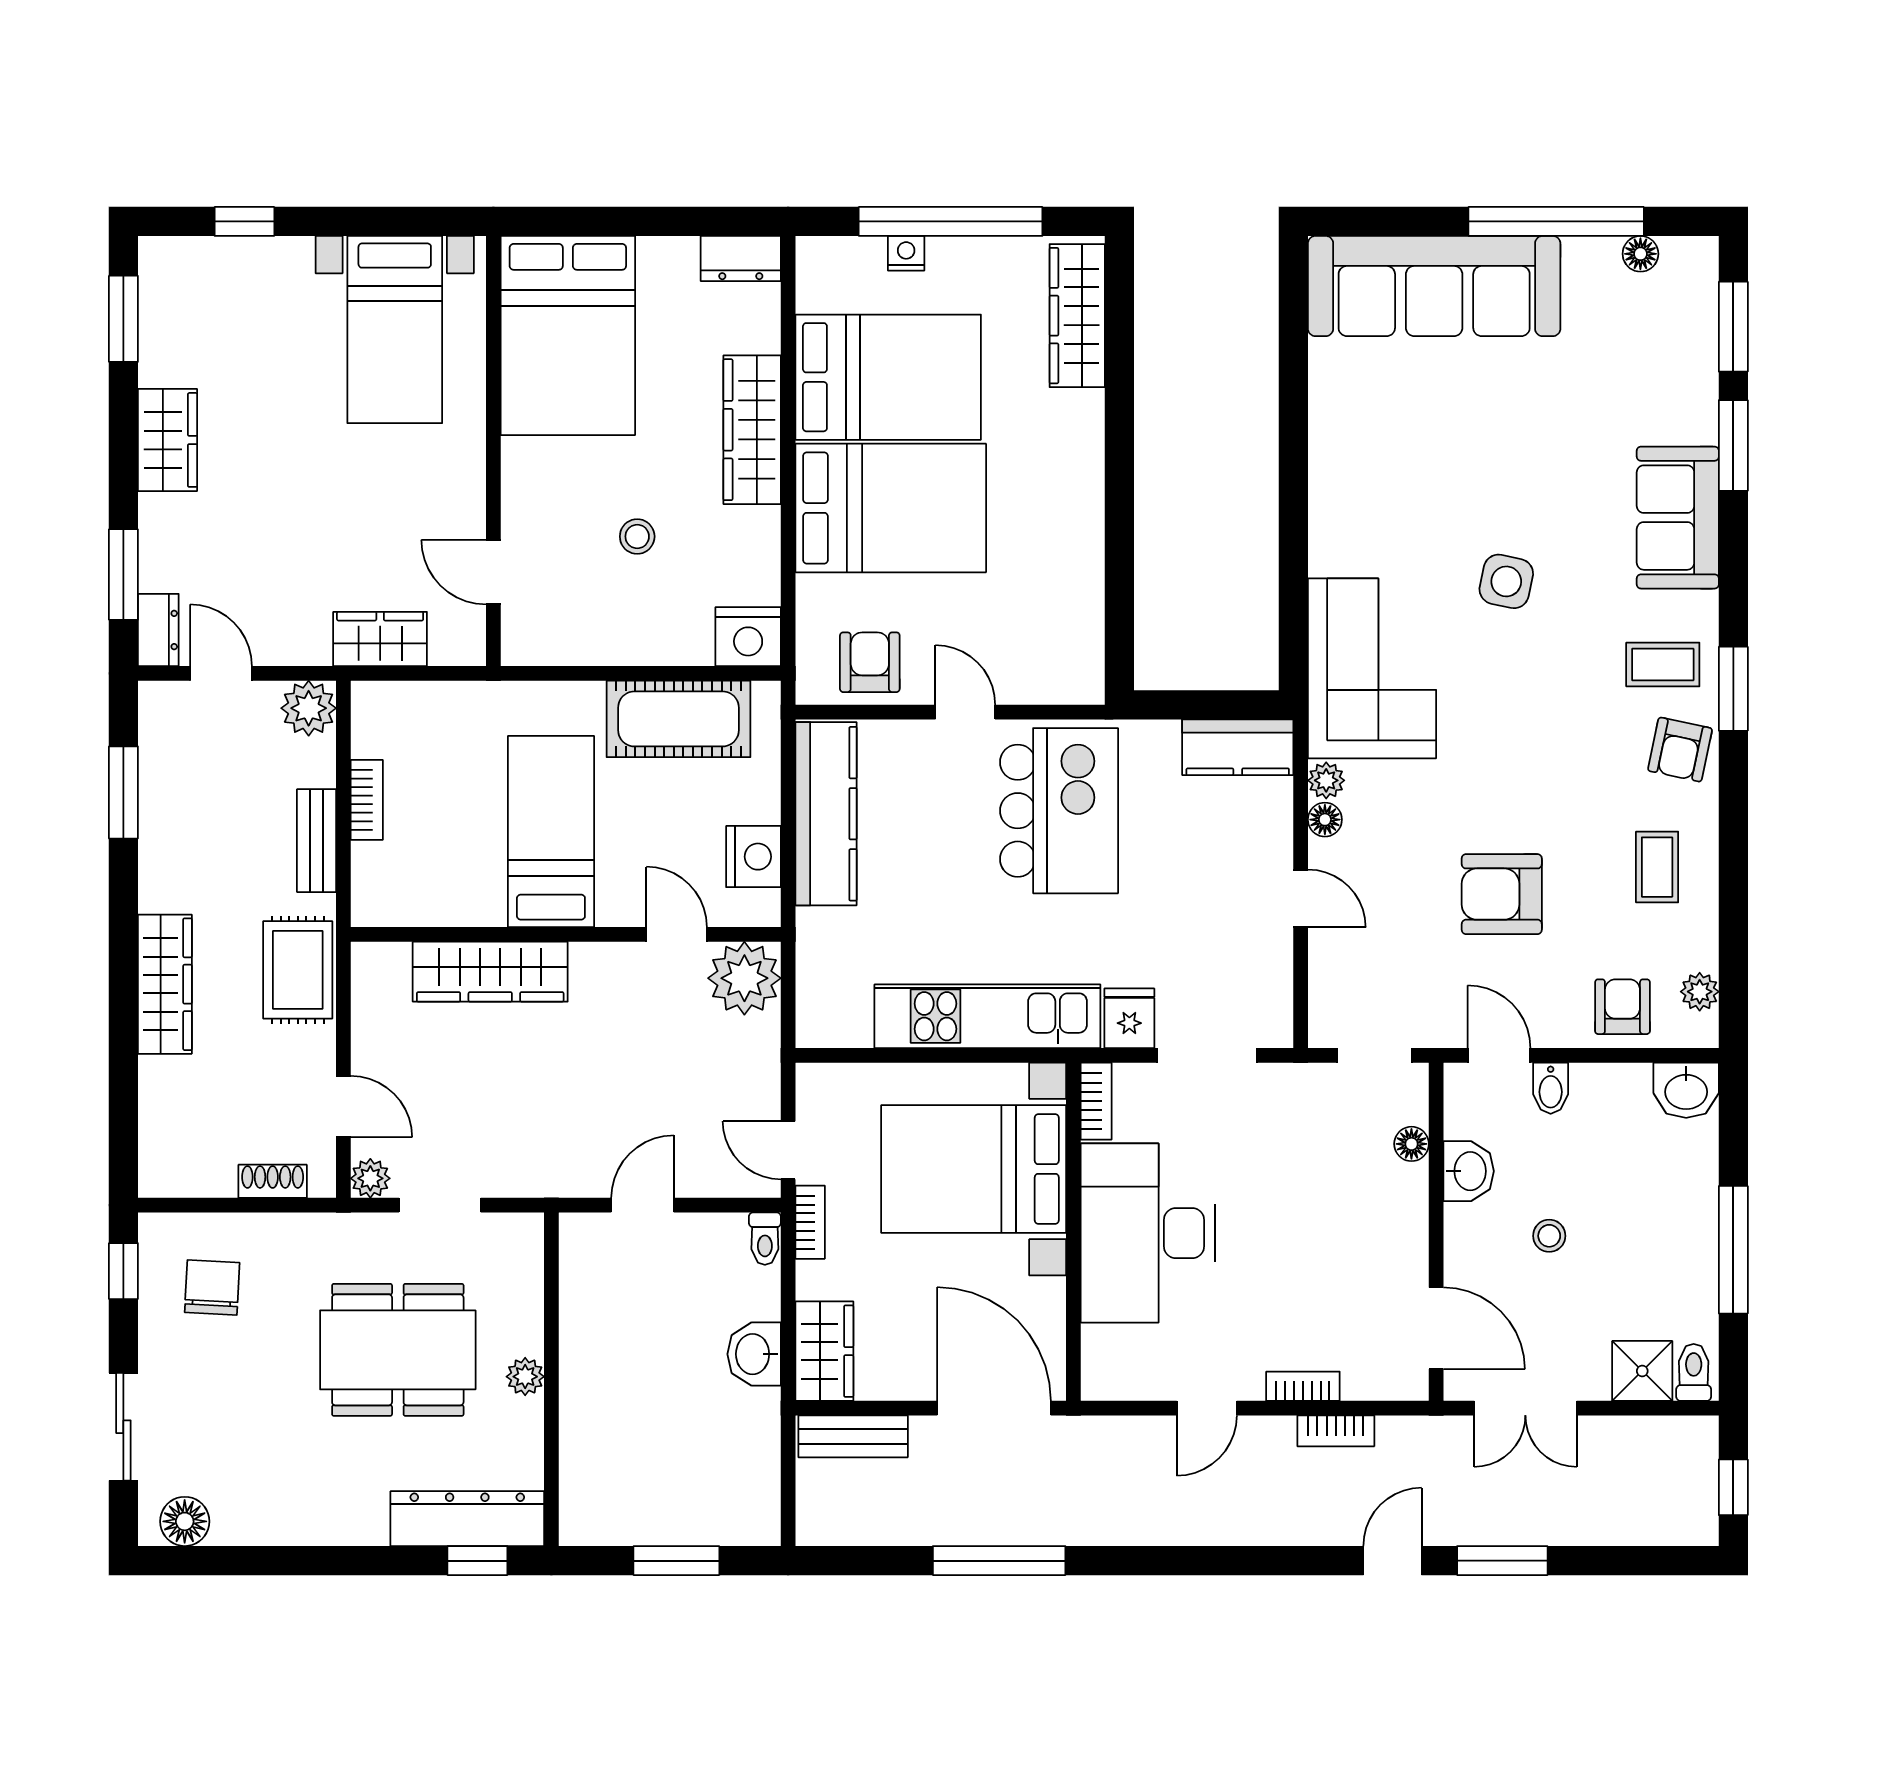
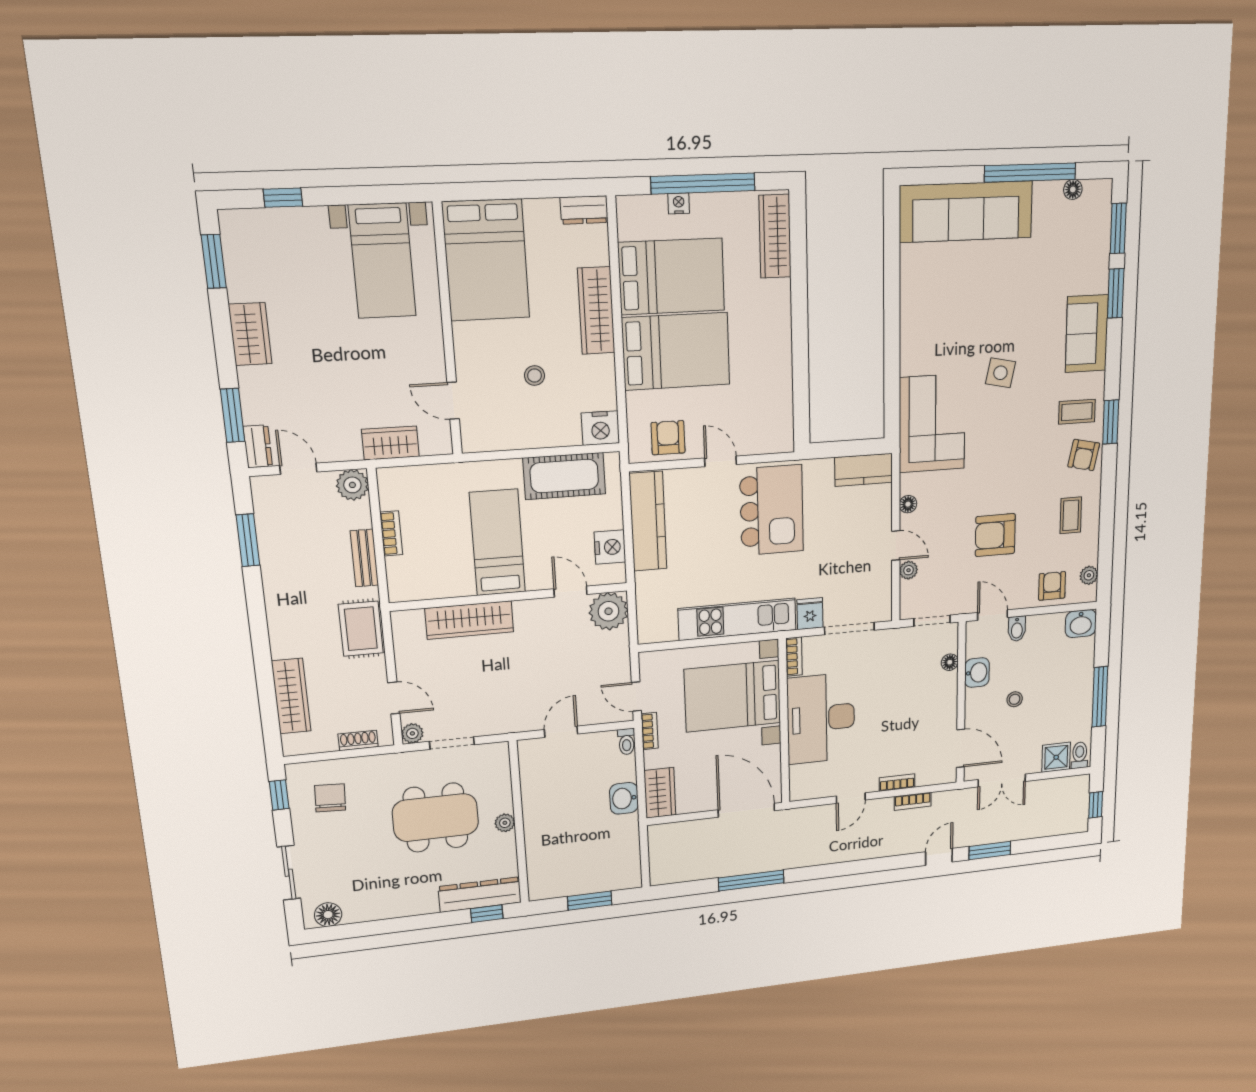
plant: (1326, 780) -> (909, 570), moved
wardrobe: (165, 984) -> (291, 696), moved
bench: (853, 1436) -> (676, 832), removed

